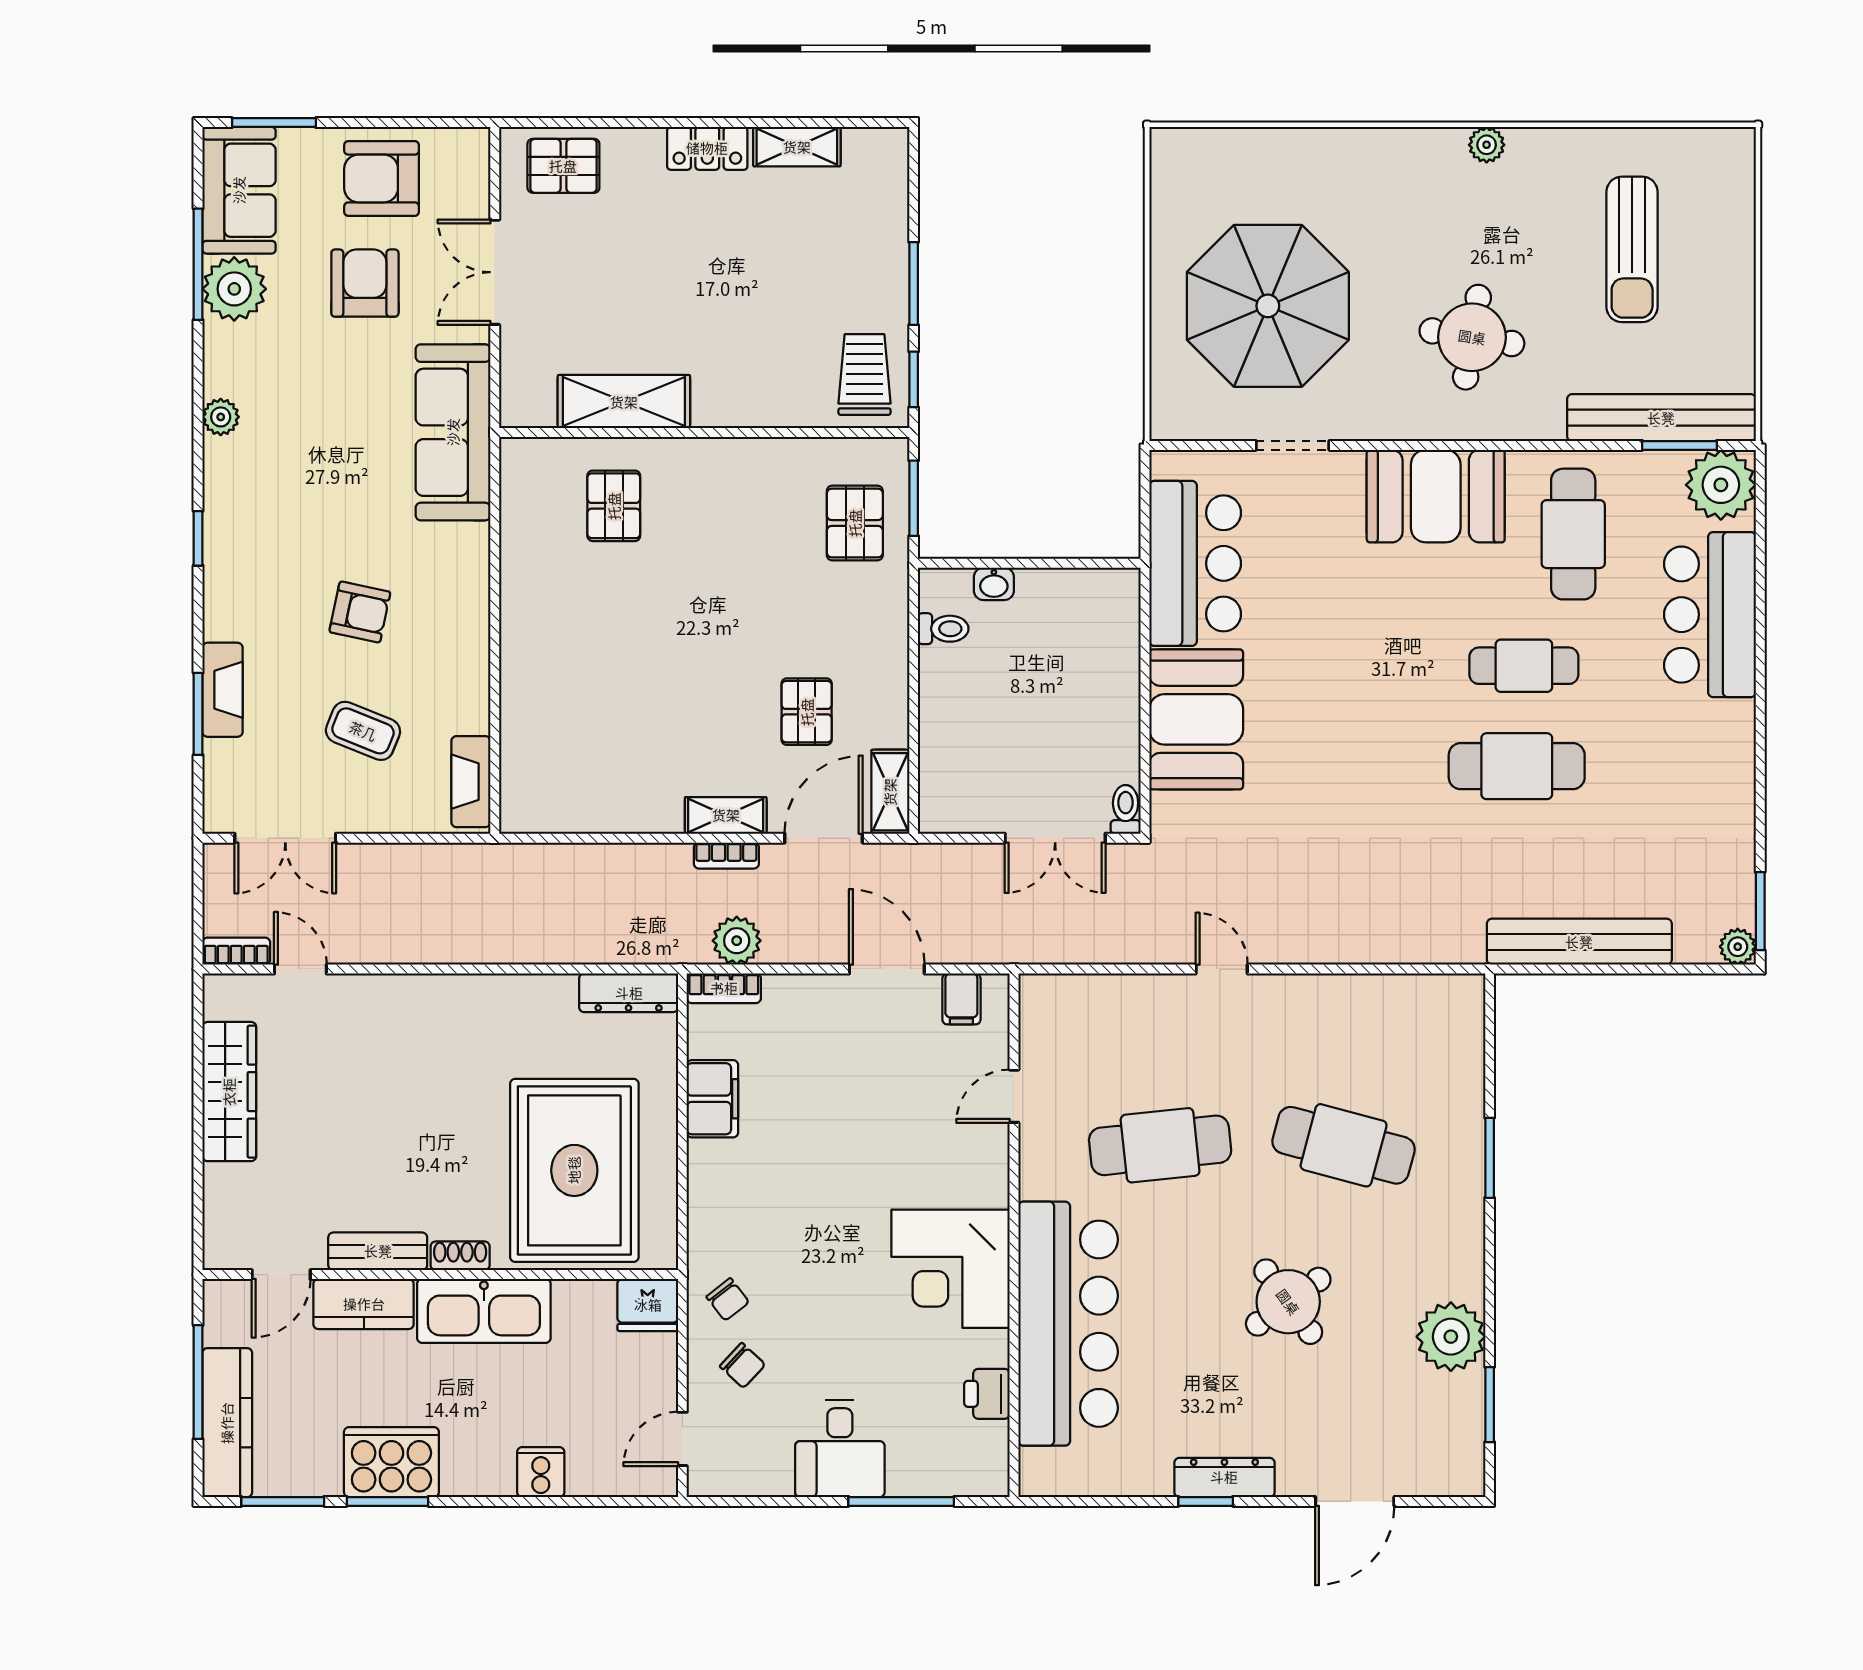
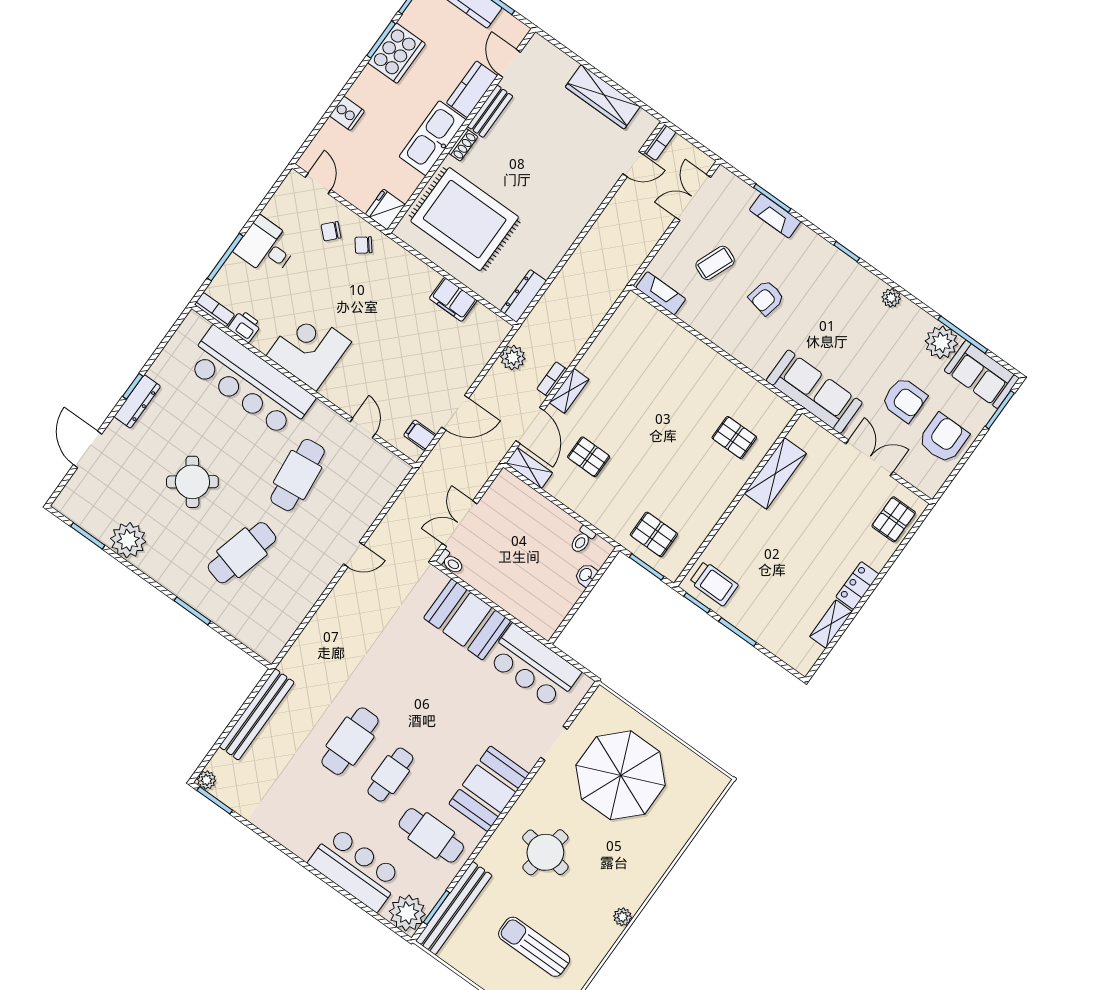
bookcase: (724, 988) -> (215, 310), moved, turned 90

